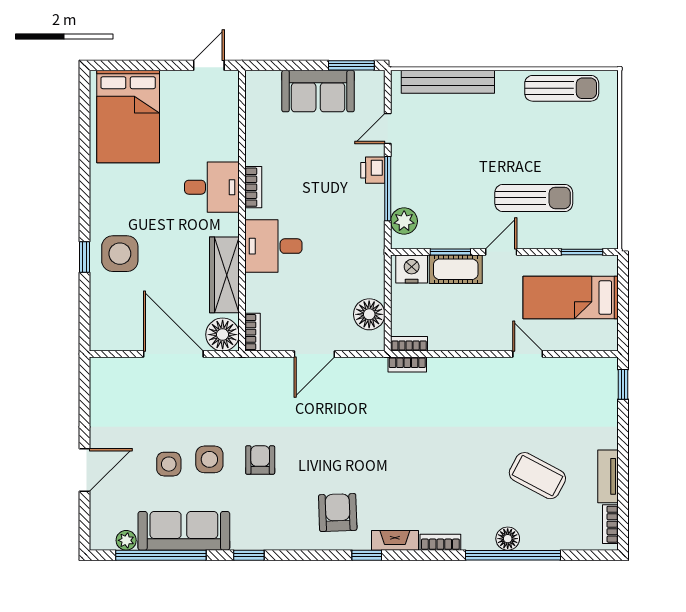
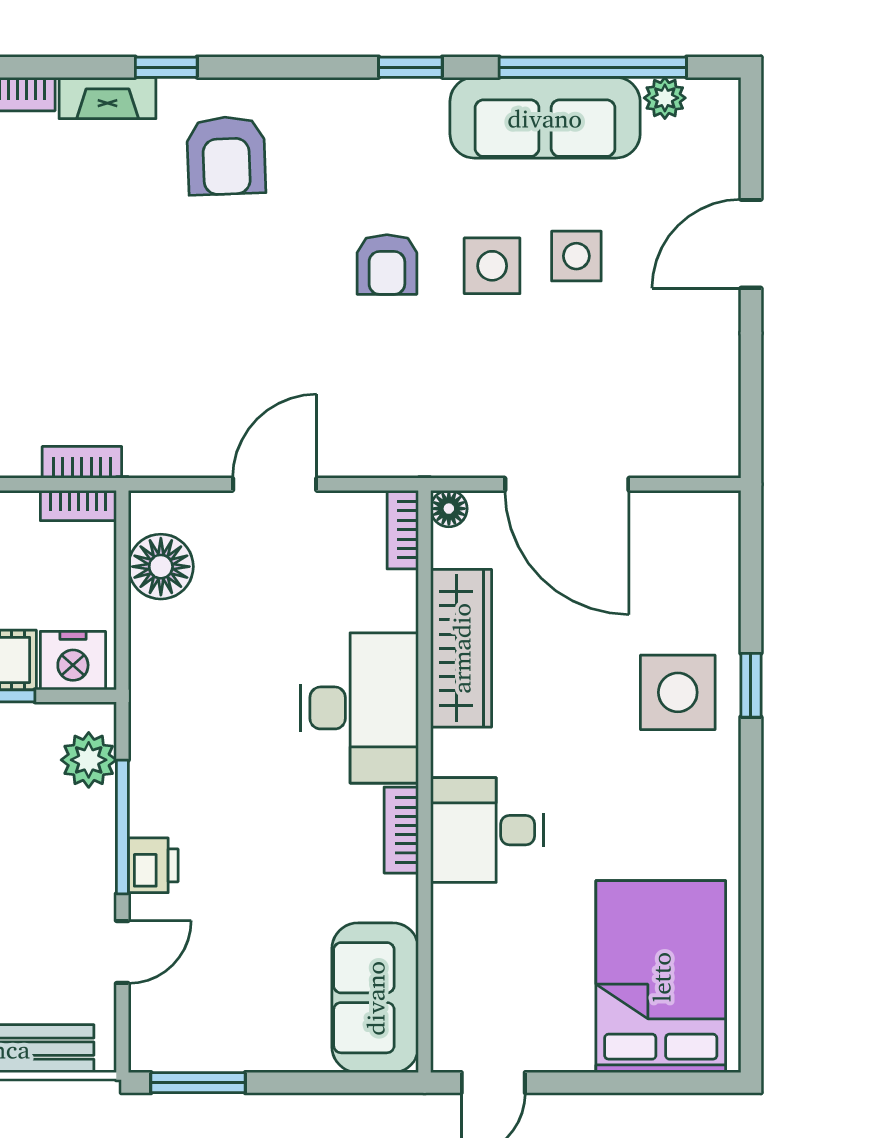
sofa: (318, 91) -> (375, 998), moved, turned -90
desk: (273, 246) -> (360, 708), width x1.37
floor lamp: (223, 335) -> (449, 509), width x0.53, depth x0.53

